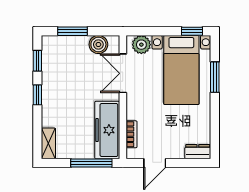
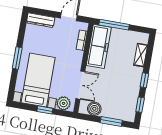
window: (192, 31) -> (45, 110), moved
window: (215, 77) -> (17, 58), moved
shelving: (48, 143) -> (141, 55), moved
dresser: (198, 152) -> (41, 20), width x1.44

